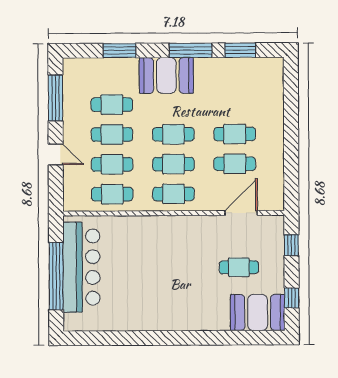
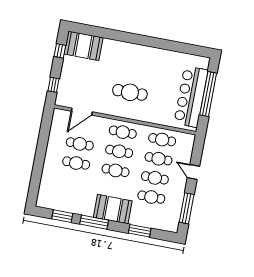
cafe table: (239, 267) -> (130, 92), moved, width x1.37, depth x1.35

